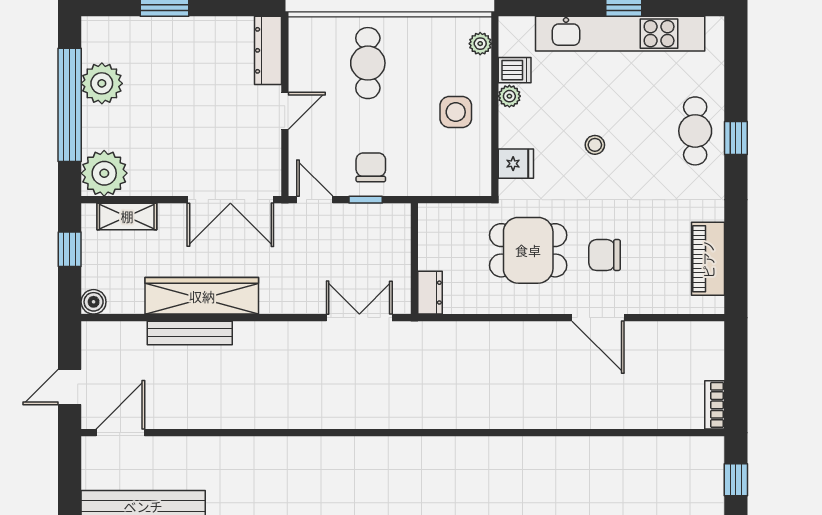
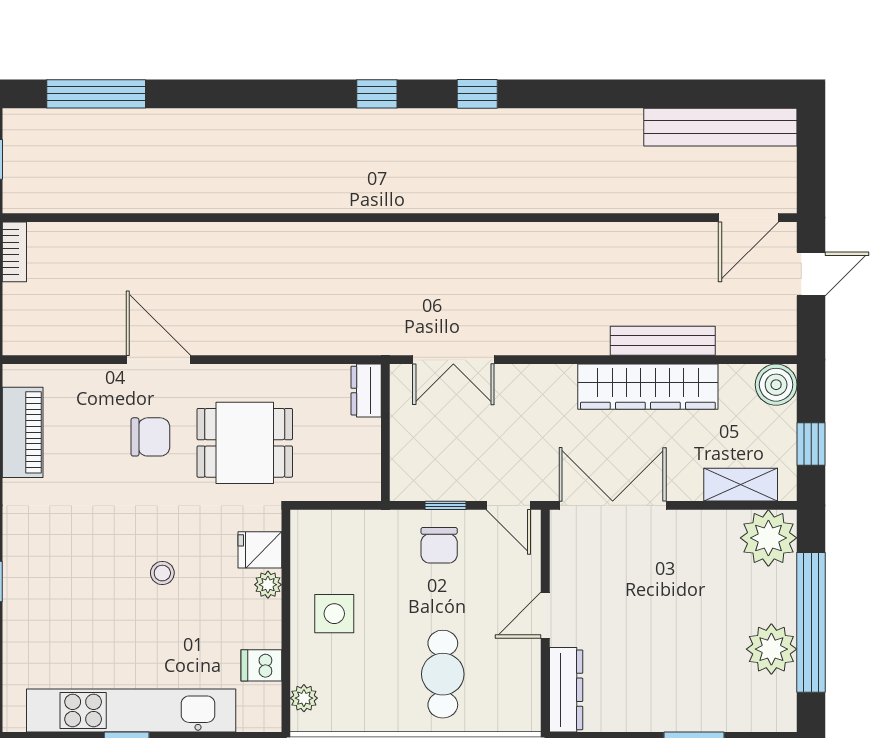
plant: (509, 96) -> (268, 585), moved
cafe table: (695, 131) -> (38, 590), removed
boiler: (94, 302) -> (776, 385), width x1.36, depth x1.36

